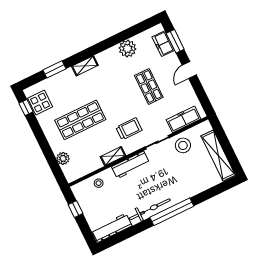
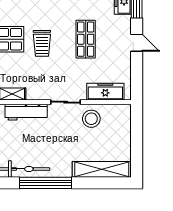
door: (189, 70) -> (137, 43), swing flipped
trolley: (129, 129) -> (42, 43), moved, turned 90
shelving: (218, 156) -> (102, 169), moved, turned 90

